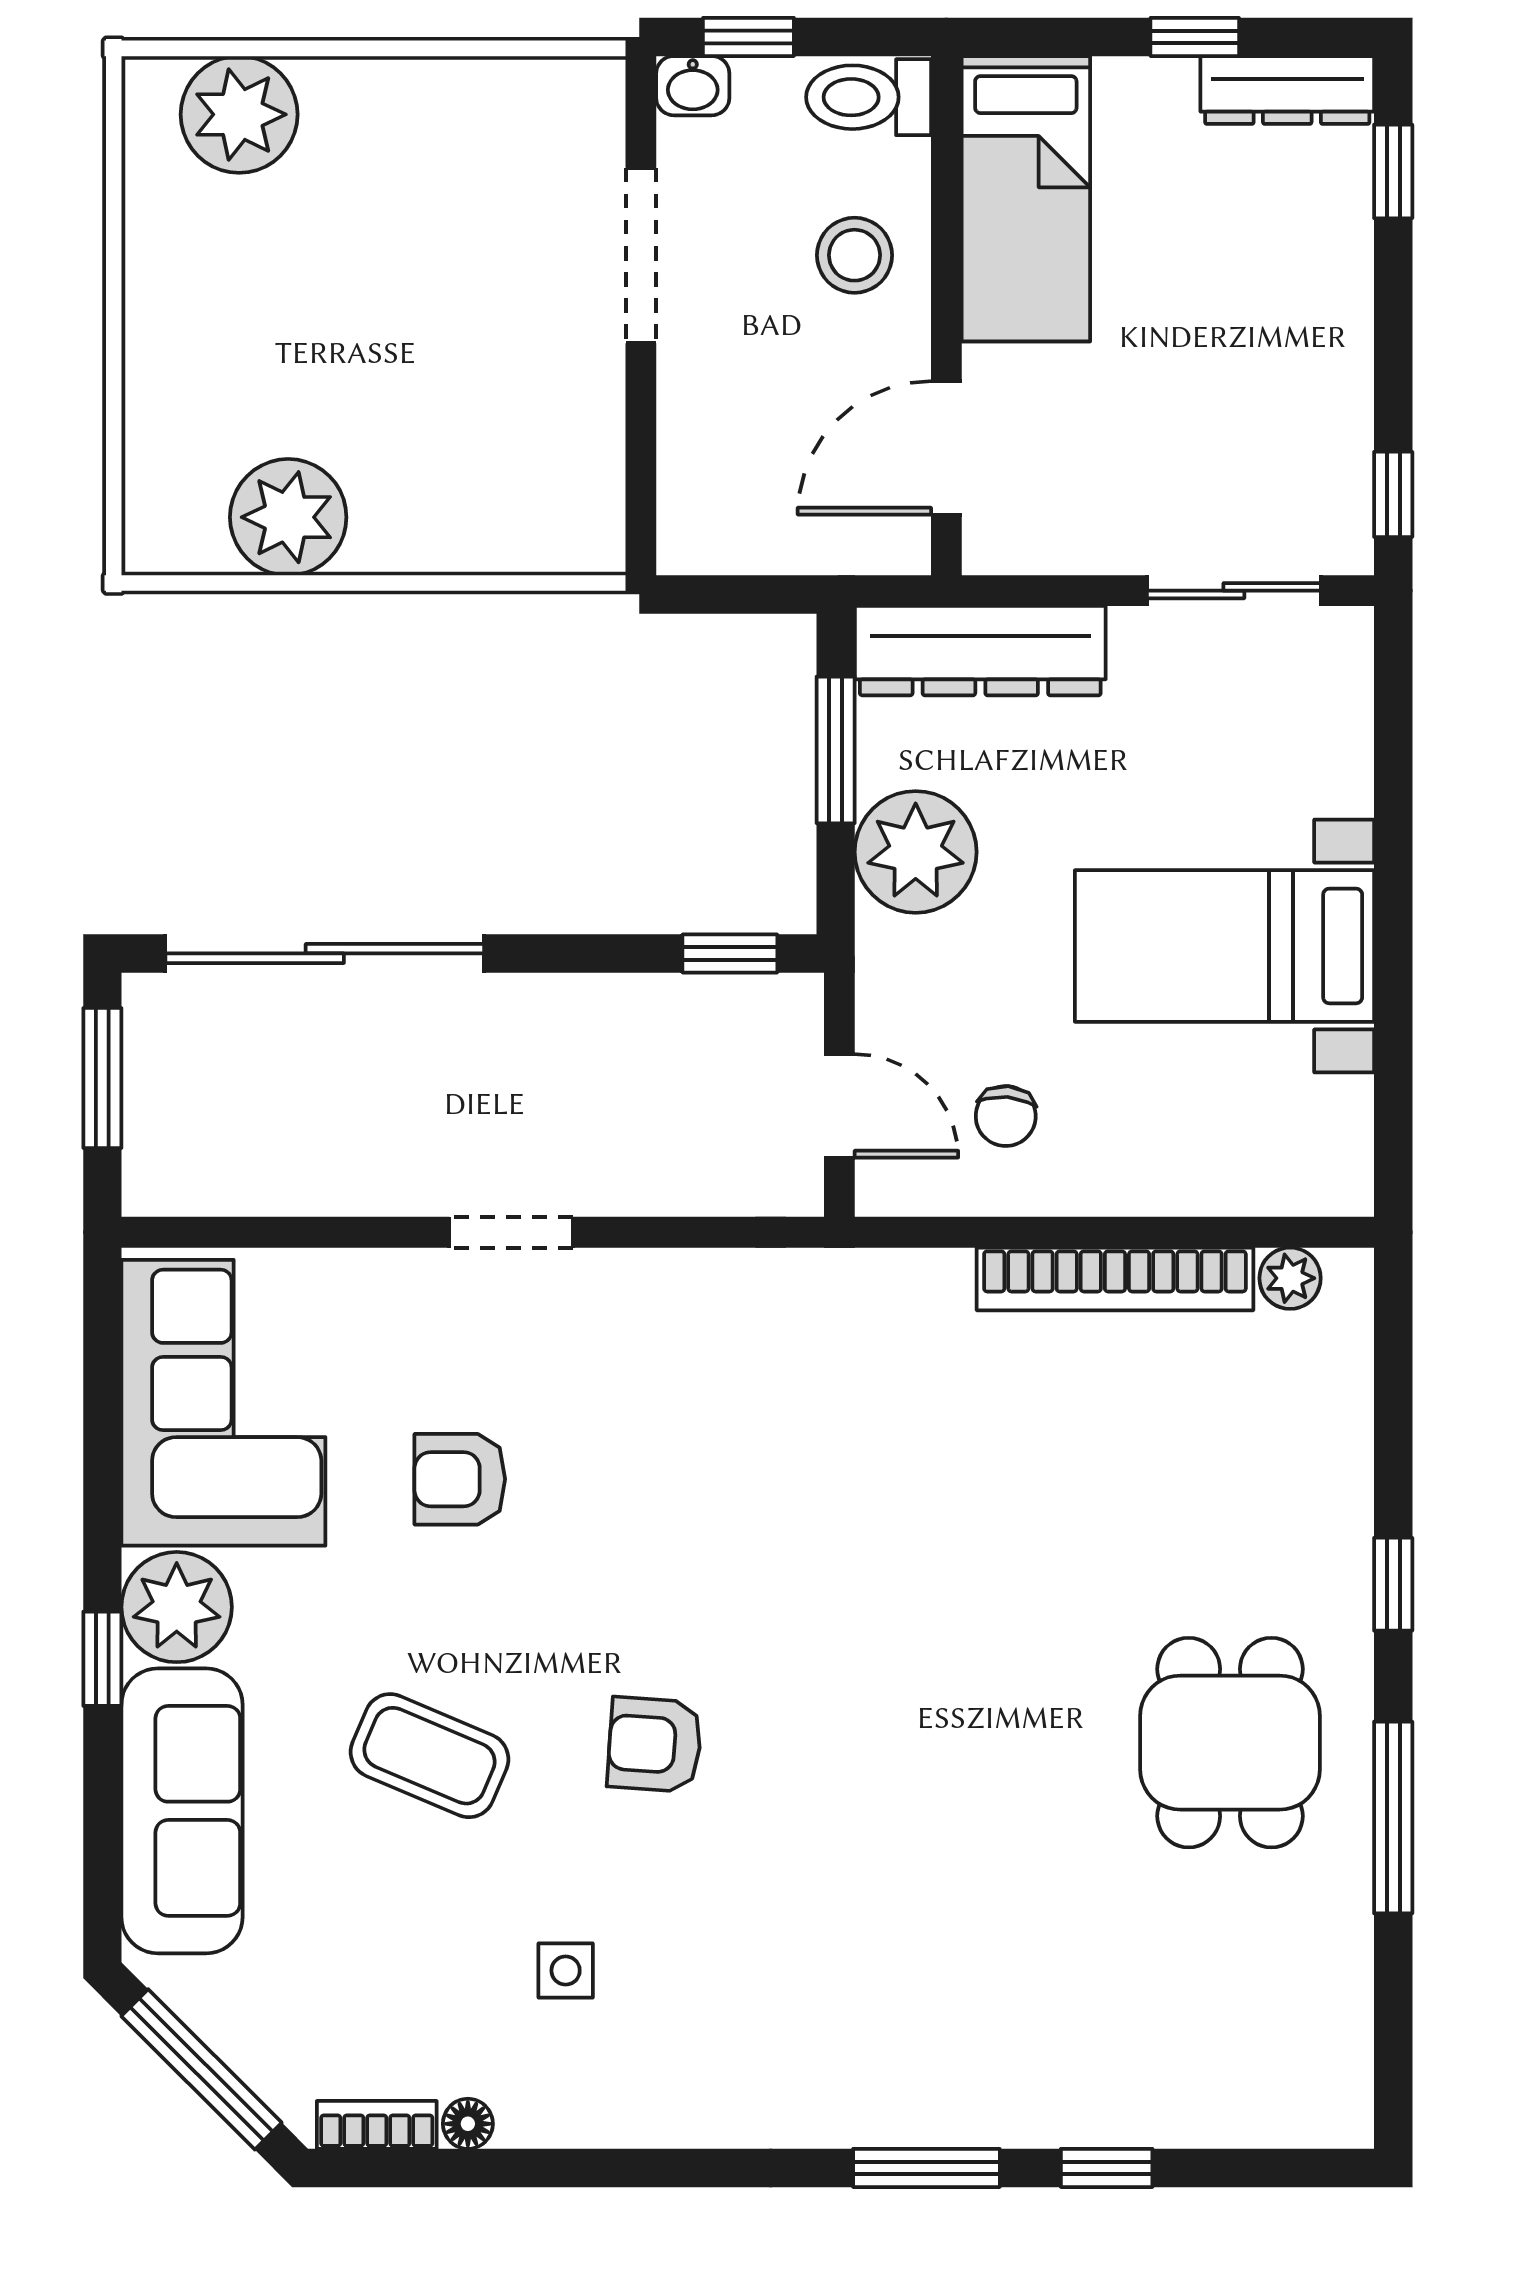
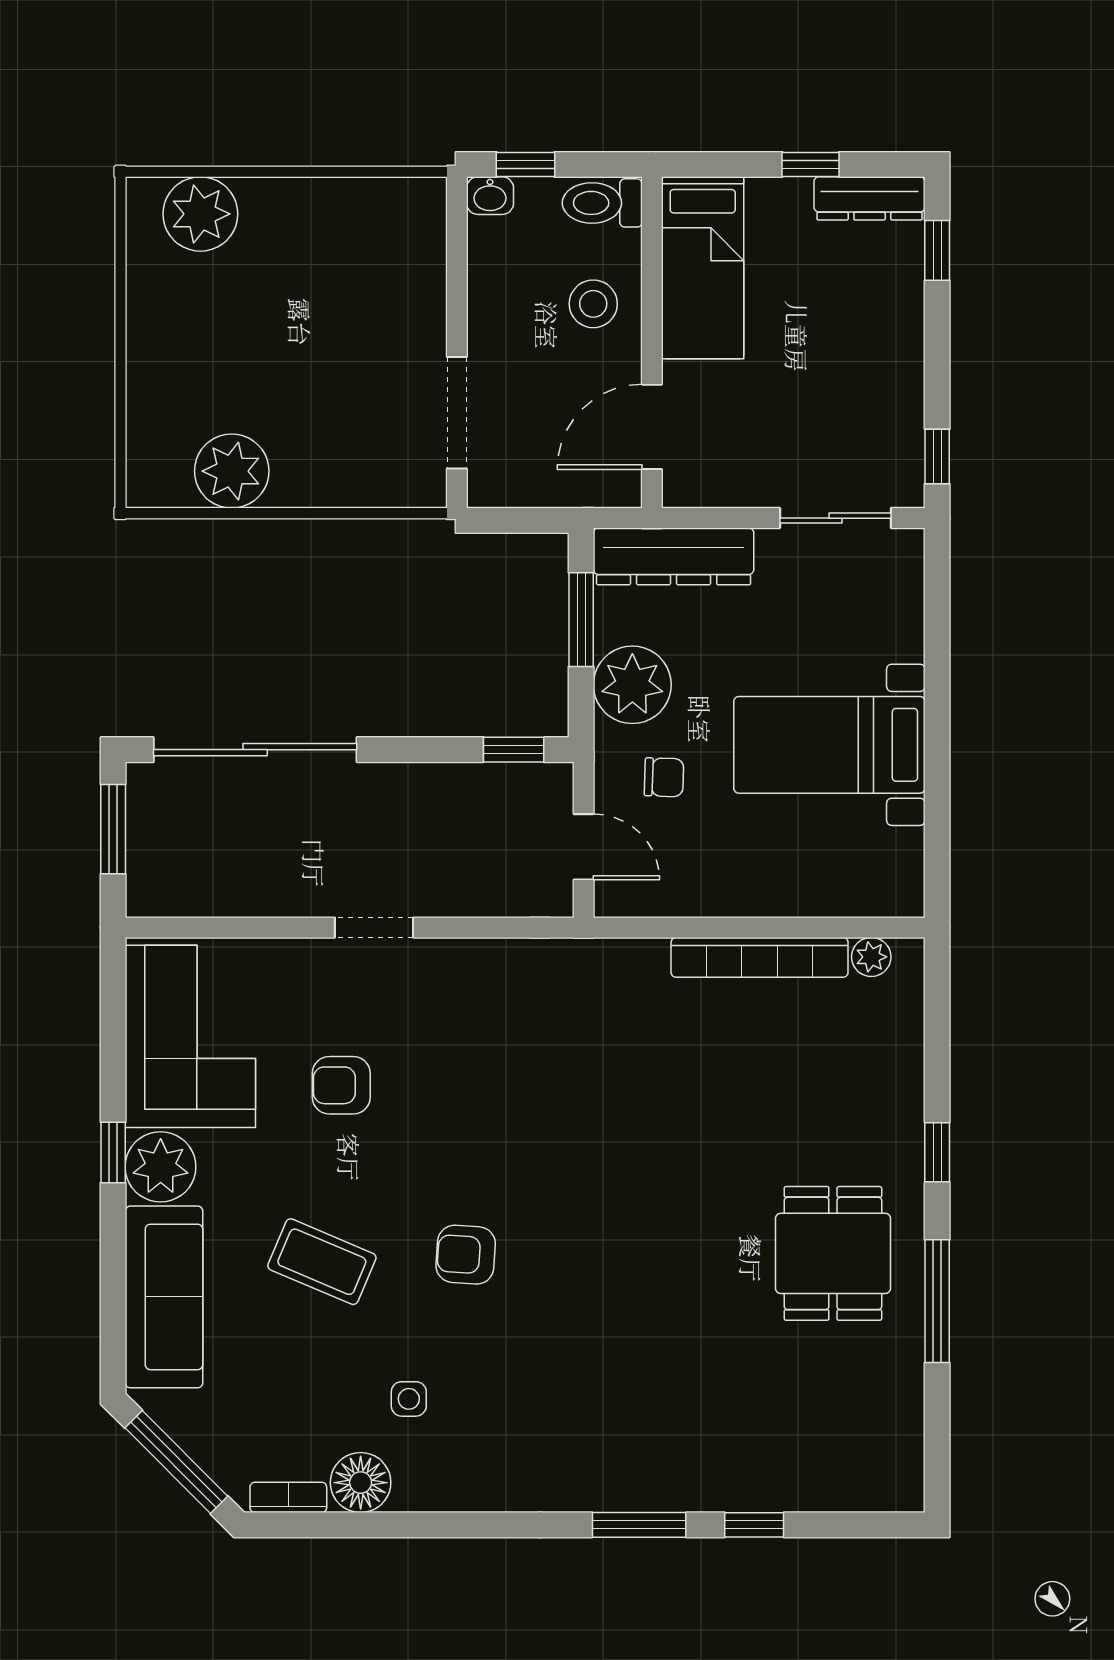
doorway: (641, 255) -> (457, 413), moved
chair: (1006, 1116) -> (664, 777), moved, turned -93
window: (102, 1659) -> (113, 1152), moved
floor lamp: (468, 2124) -> (361, 1483), width x1.89, depth x1.89

